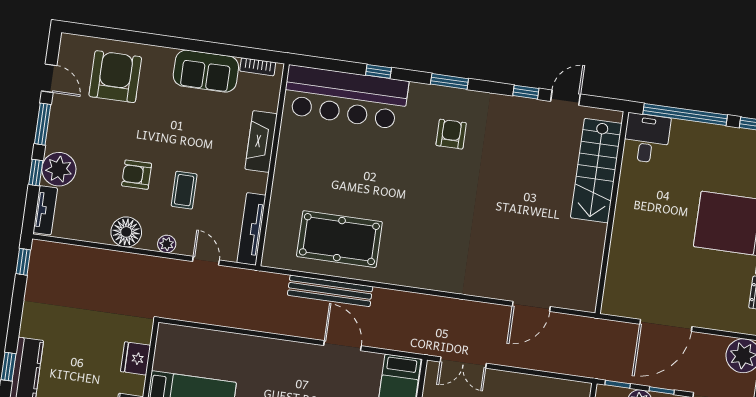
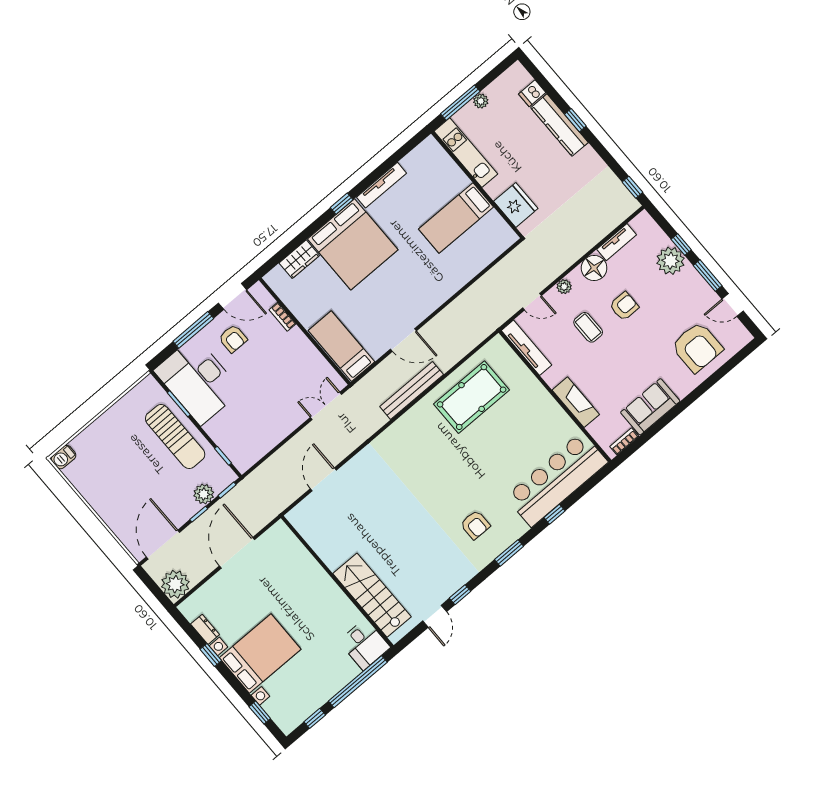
tv unit: (45, 210) -> (617, 242), moved, turned -90
bench: (330, 291) -> (412, 391), moved
fridge: (136, 358) -> (516, 205), width x1.36, depth x1.34

